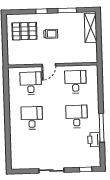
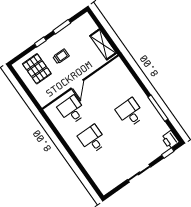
shelving: (91, 28) -> (103, 44), moved
pallet: (24, 31) -> (37, 69), turned 90
desk: (75, 82) -> (109, 83), removed
printer: (94, 140) -> (170, 140), moved

